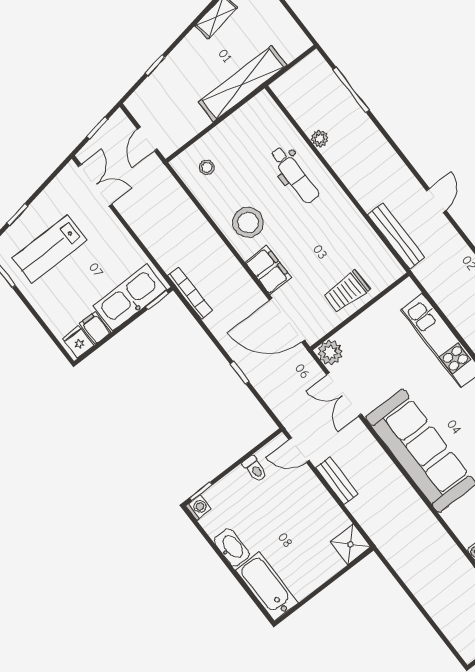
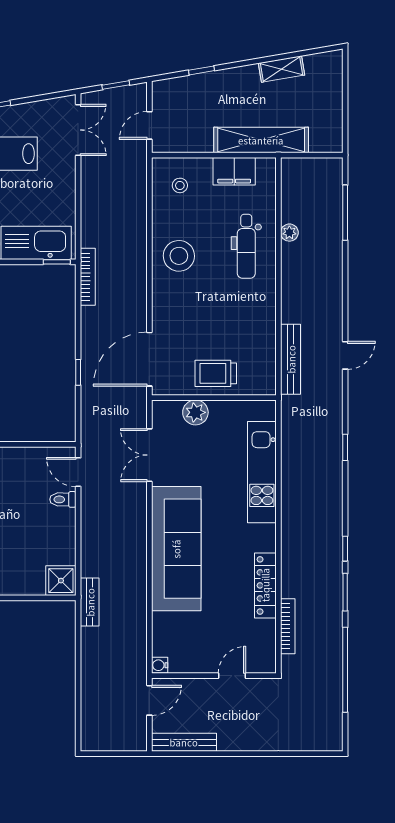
filing cabinet: (268, 270) -> (234, 171), moved, turned 90
door: (287, 320) -> (149, 359), hinge flipped
plant: (330, 353) -> (195, 412), moved
toilet: (255, 469) -> (63, 499), moved, turned 90
bench: (337, 481) -> (90, 602), moved

